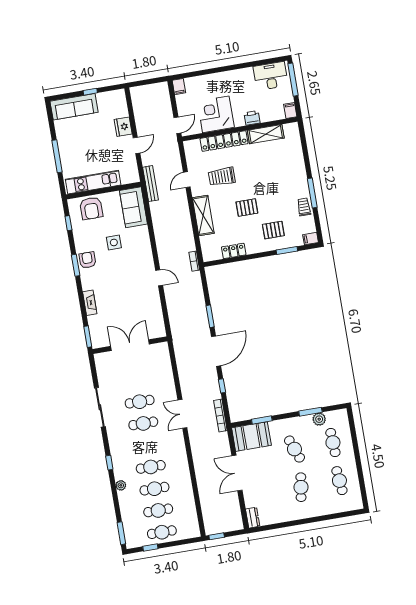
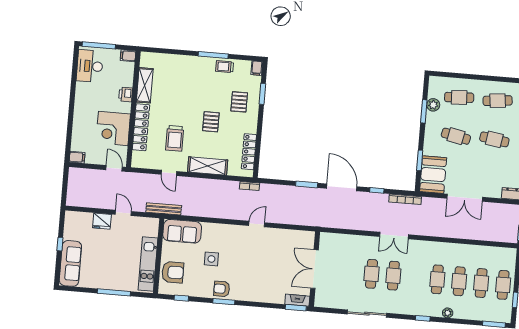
locker: (234, 251) -> (249, 152), width x1.53
fireplace: (90, 303) -> (297, 300), moved
cafe table: (294, 449) -> (456, 136), turned 33

